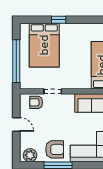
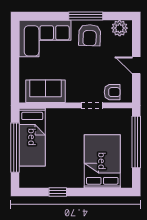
window: (59, 20) -> (58, 192), moved
armchair: (55, 149) -> (90, 35), turned -88

